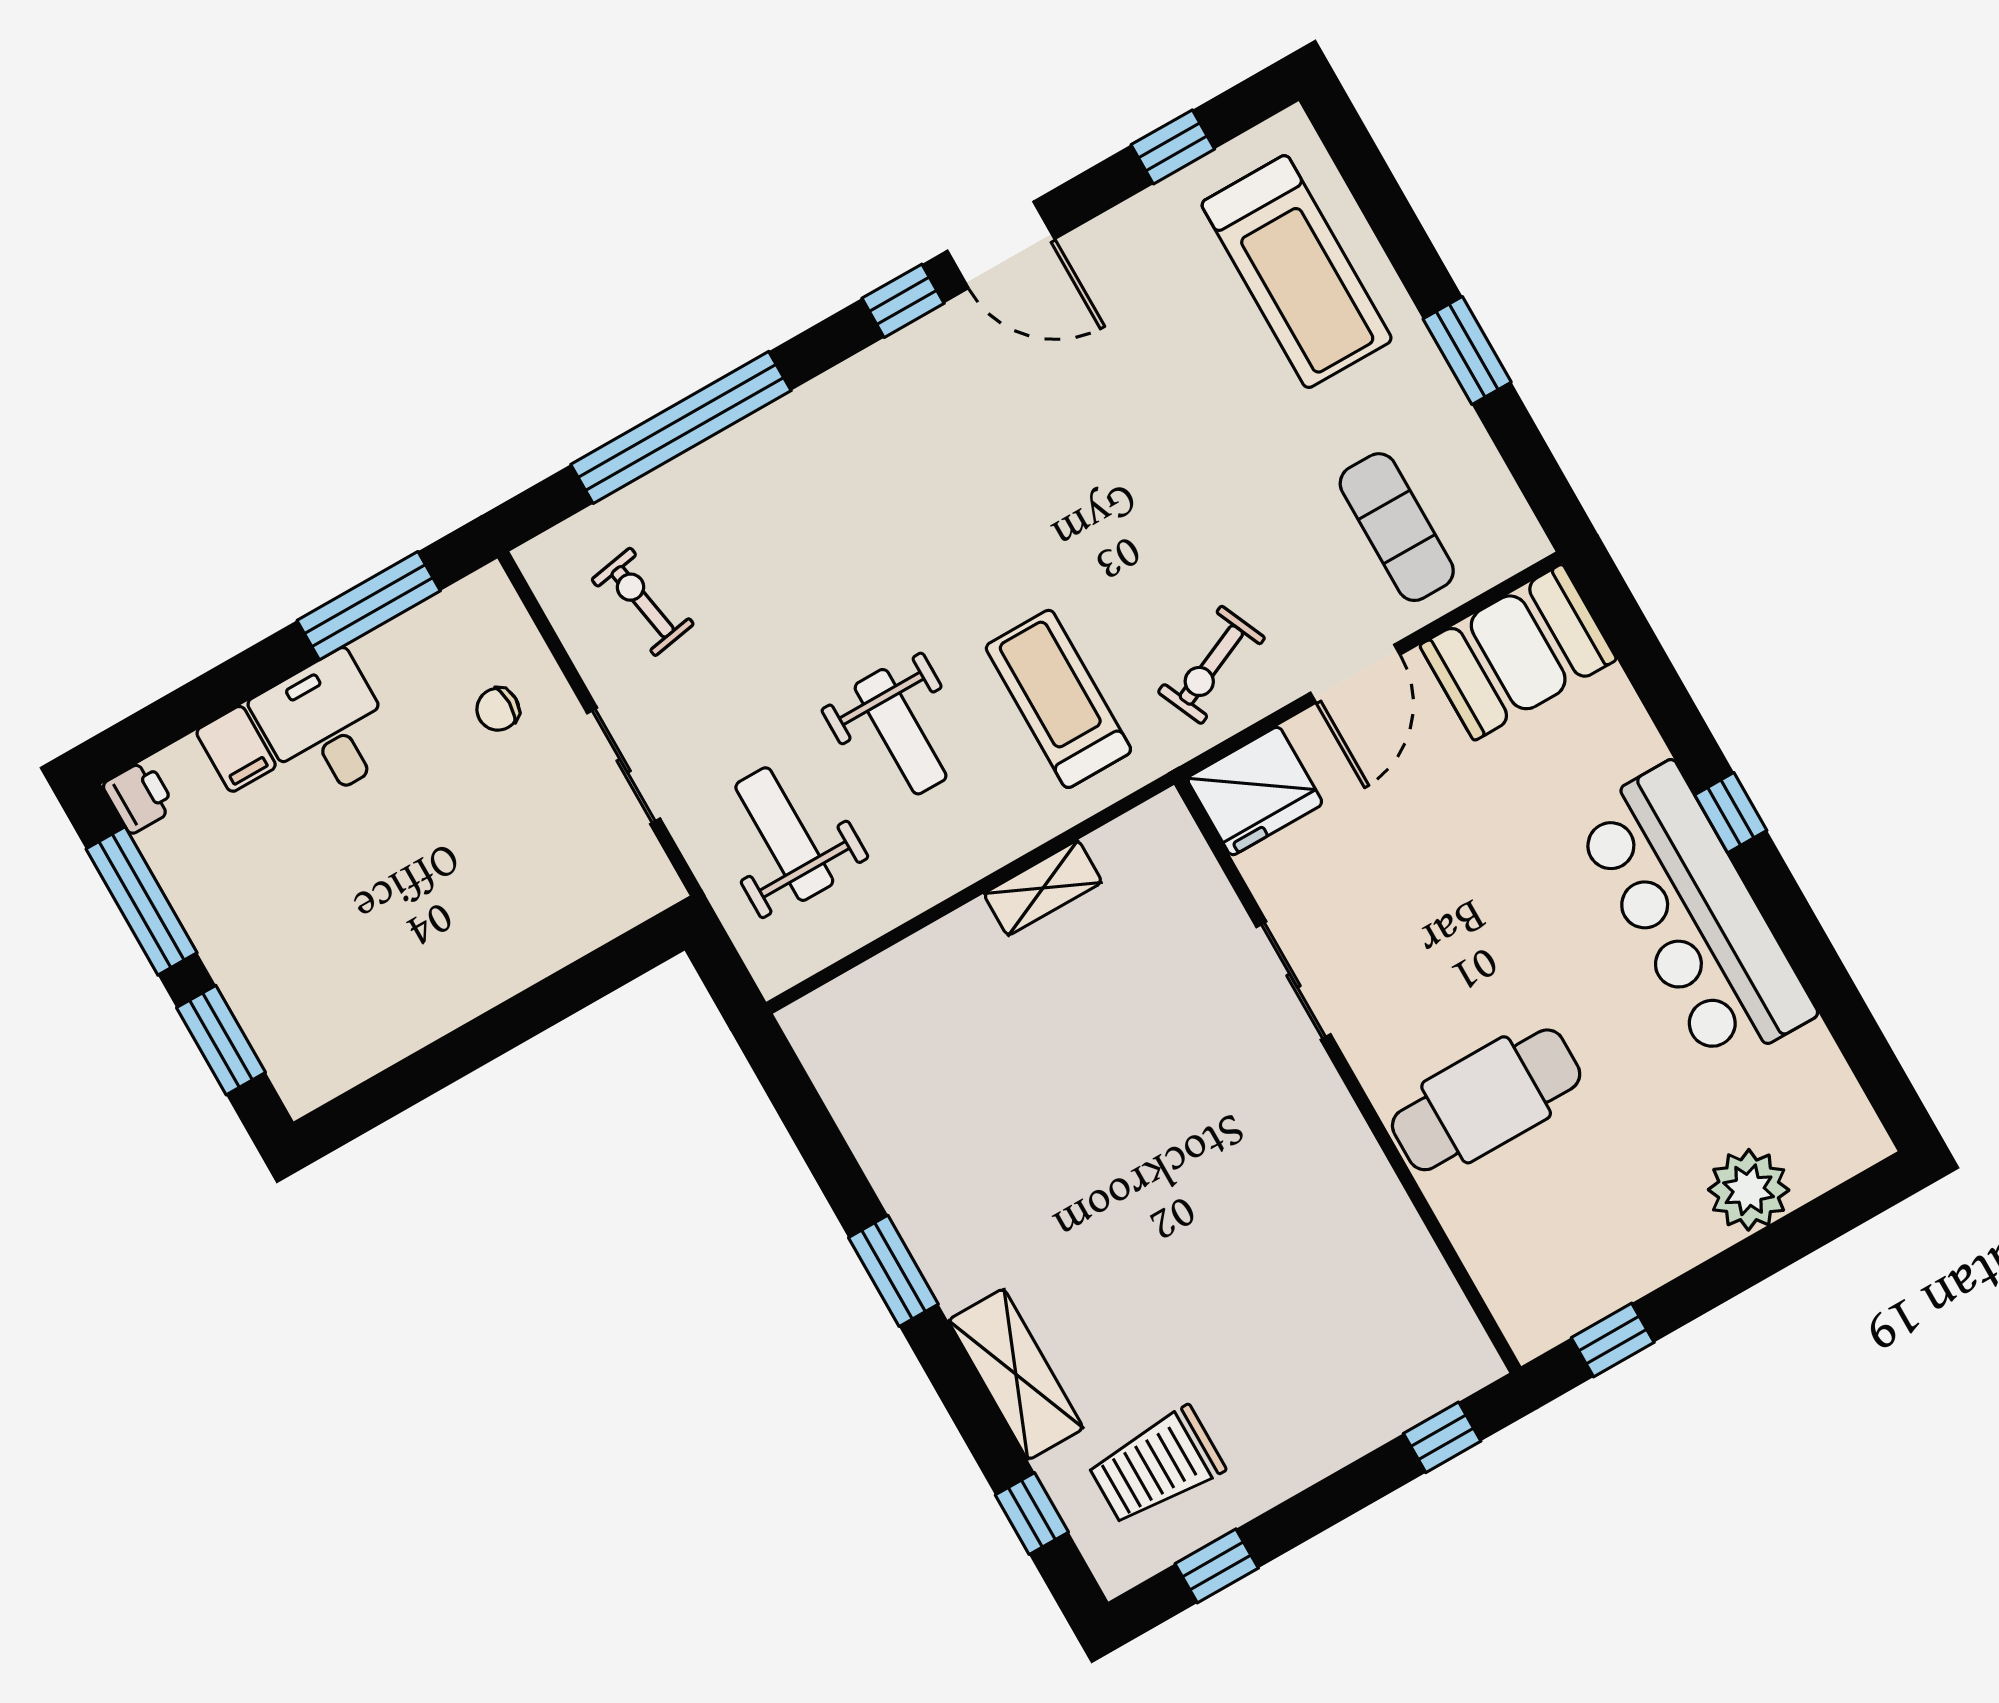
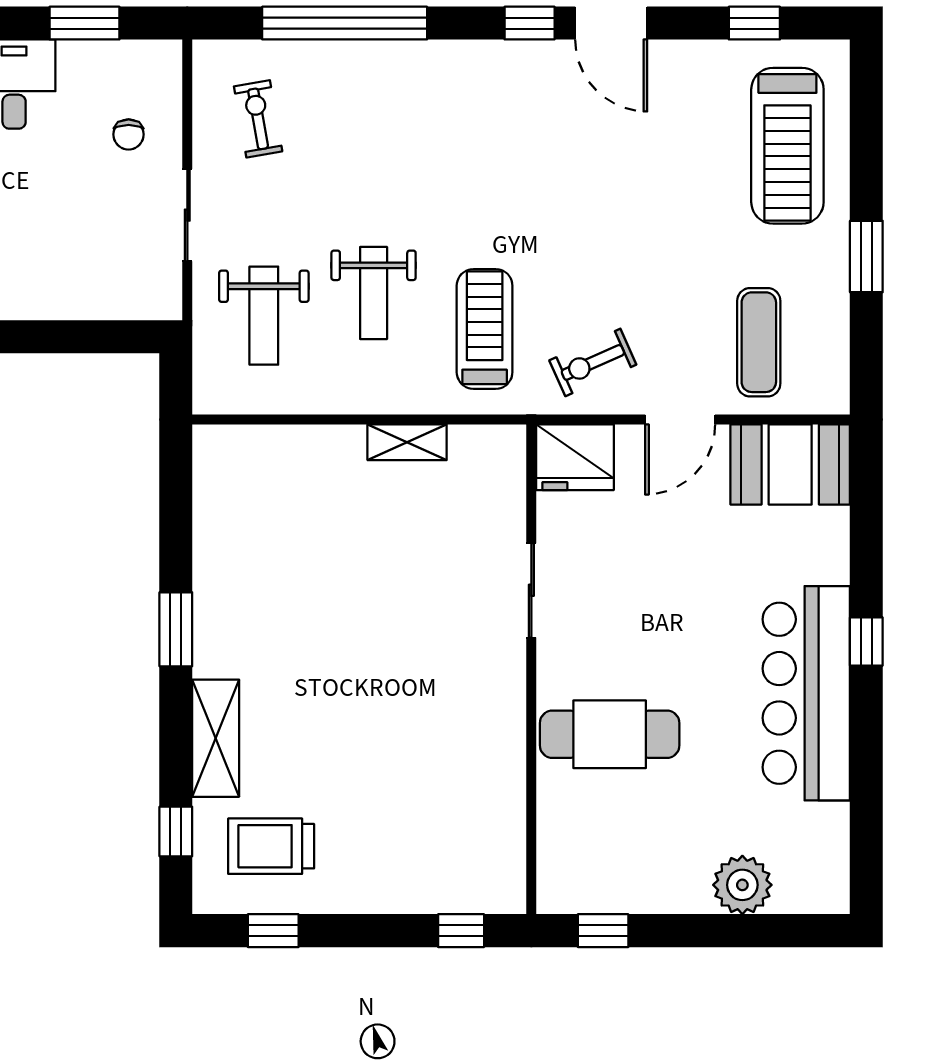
window: (369, 606) -> (84, 23), width x0.69
chair: (498, 709) -> (129, 134), turned -90
weight bench: (784, 834) -> (264, 316), turned 180

